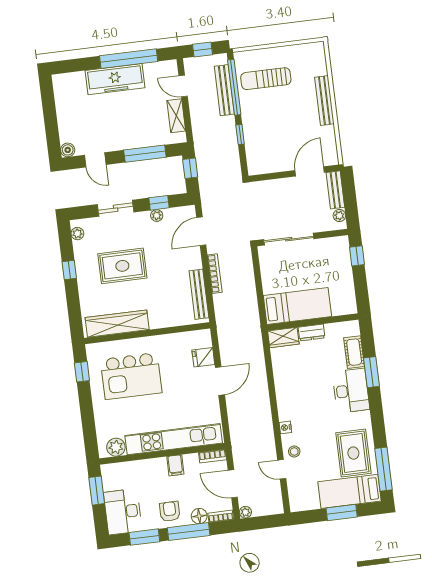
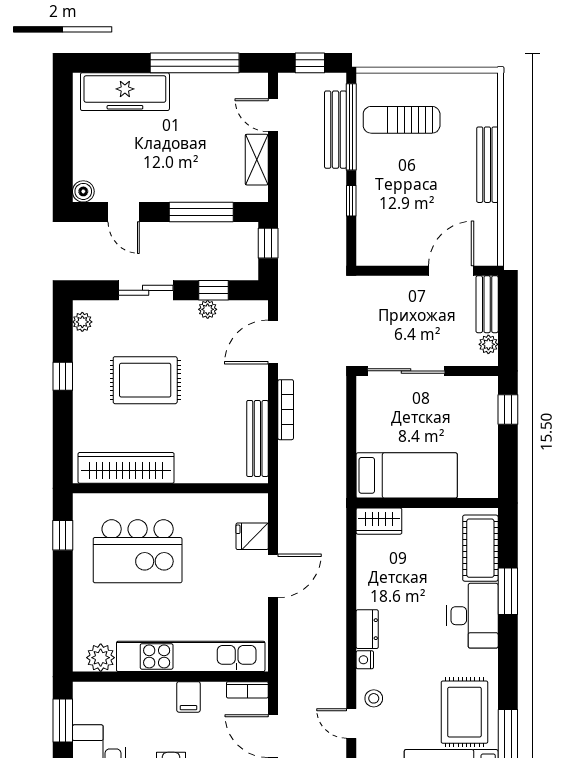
freezer: (115, 79) -> (125, 92), moved
dresser: (312, 333) -> (367, 629), moved, turned -90
cot: (354, 352) -> (480, 548), width x1.37, depth x1.34

